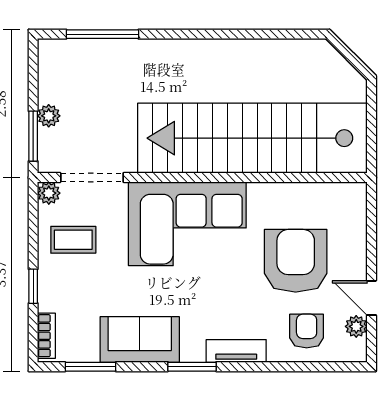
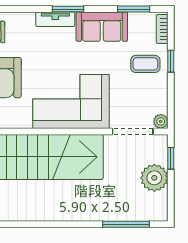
plant: (49, 116) -> (154, 178), width x1.88, depth x1.88
window: (33, 136) -> (171, 158), width x0.67
coffee table: (73, 240) -> (145, 64), moved
tv unit: (236, 351) -> (55, 19), moved

